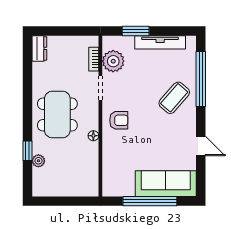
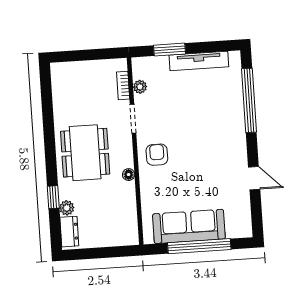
dresser: (39, 48) -> (69, 232), moved
plant: (113, 61) -> (140, 87), width x0.53, depth x0.53
coffee table: (174, 98) -> (220, 124), removed
armchair: (119, 120) -> (157, 155), turned -90
sofa: (166, 184) -> (189, 226), moved

